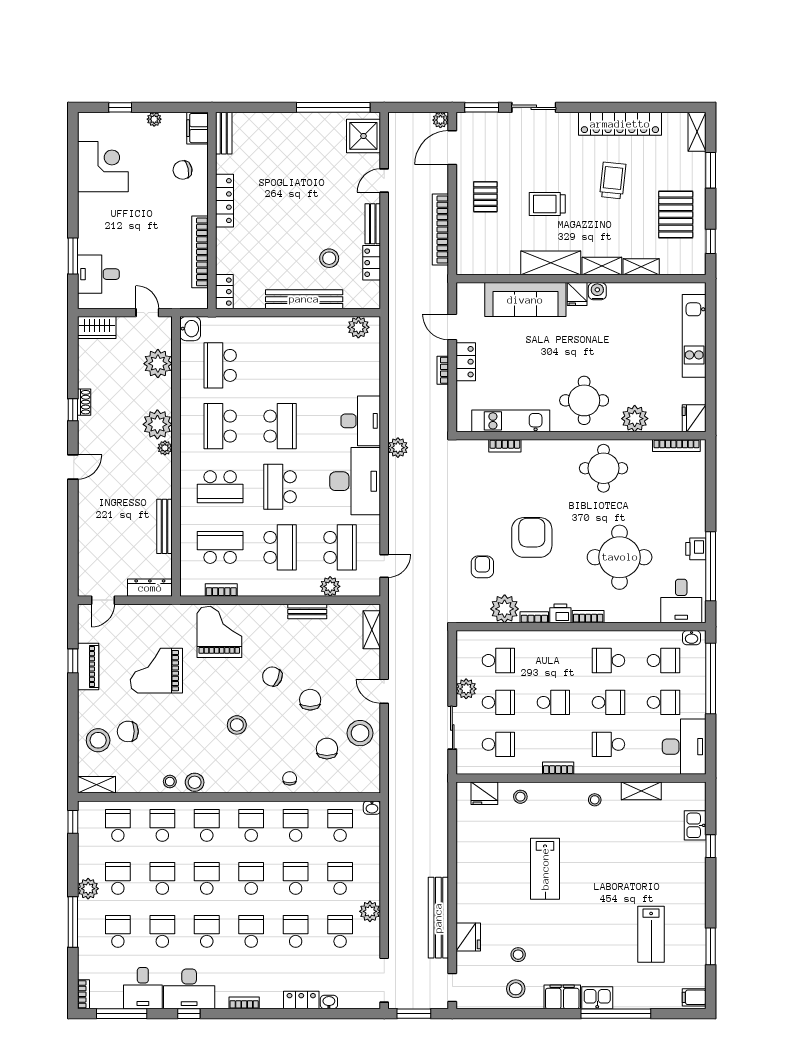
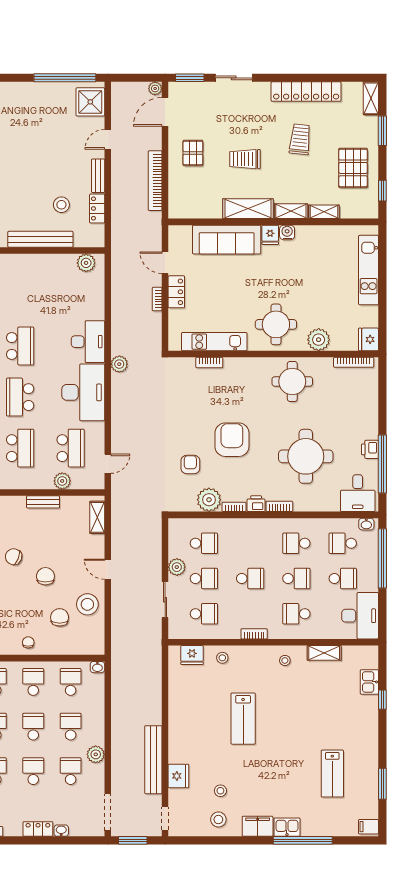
school desk: (663, 660) -> (343, 543), turned 180

